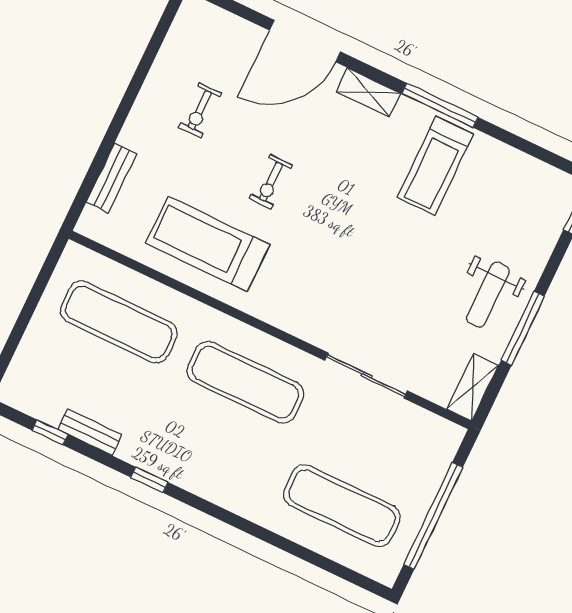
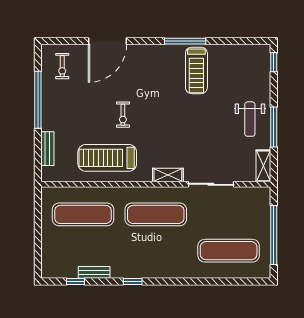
window: (135, 85) -> (38, 100), added
shelving: (369, 93) -> (168, 175), moved
exercise bike: (200, 110) -> (62, 66), moved

